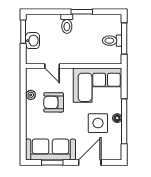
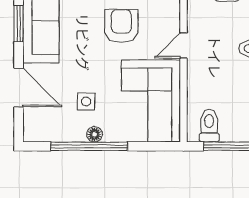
toilet: (112, 41) -> (209, 126), moved
door: (52, 66) -> (184, 45), moved
side table: (98, 123) -> (86, 101), width x0.54, depth x0.54

